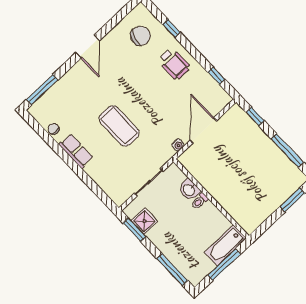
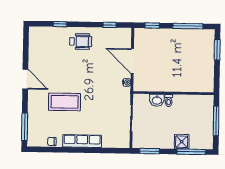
chair: (141, 36) -> (48, 45), removed
coffee table: (119, 126) -> (65, 102), moved
row of seats: (76, 151) -> (82, 141), width x1.48
shower: (144, 221) -> (182, 142), moved
bathtub: (225, 245) -> (206, 110), removed

